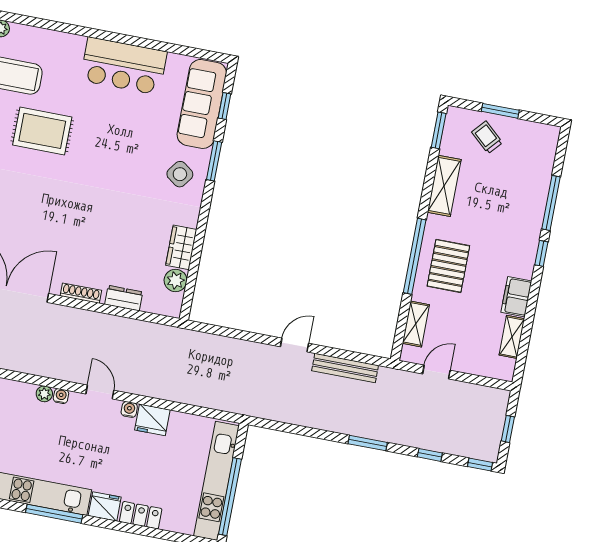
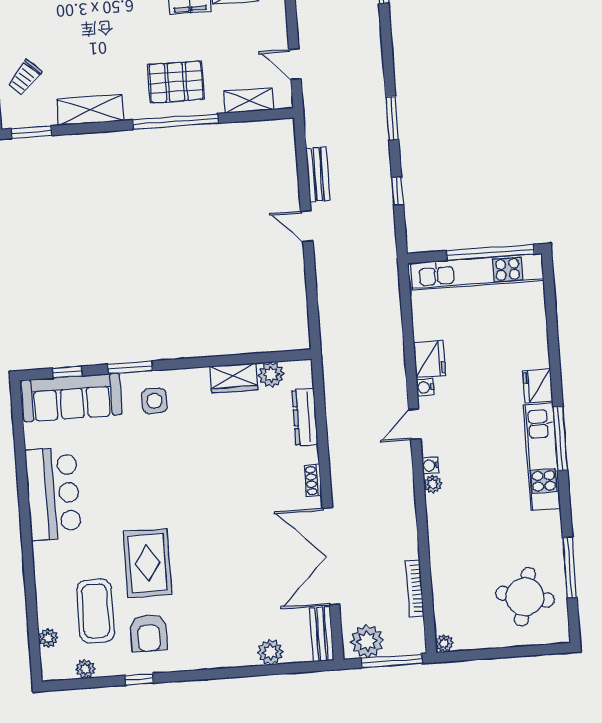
side table: (180, 174) -> (154, 401), turned -36
shoe rack: (81, 293) -> (313, 480), width x0.70
dresser: (124, 298) -> (305, 417), width x1.44
bench: (345, 368) -> (318, 174), width x0.73
window: (430, 455) -> (397, 191), moved
locker: (141, 515) -> (537, 344), removed

